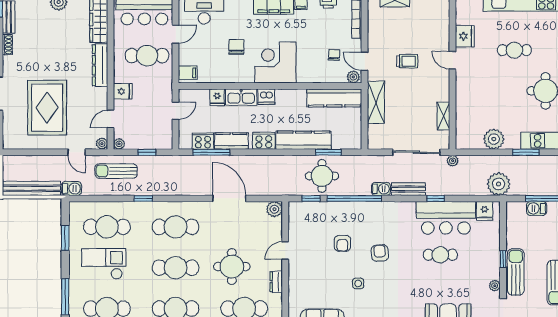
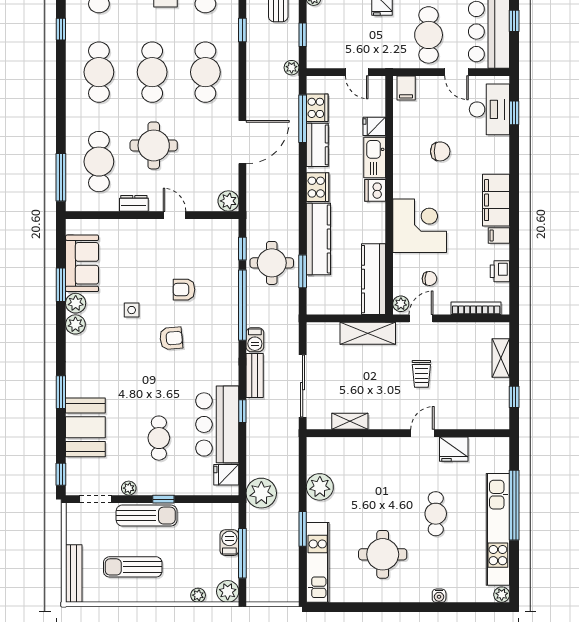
corner desk: (275, 62) -> (420, 226), moved
plant: (453, 161) -> (292, 68), moved
cafe table: (440, 255) -> (159, 438), moved

